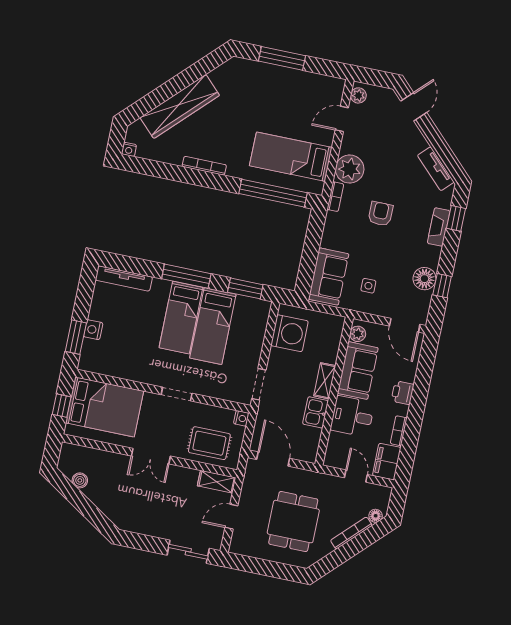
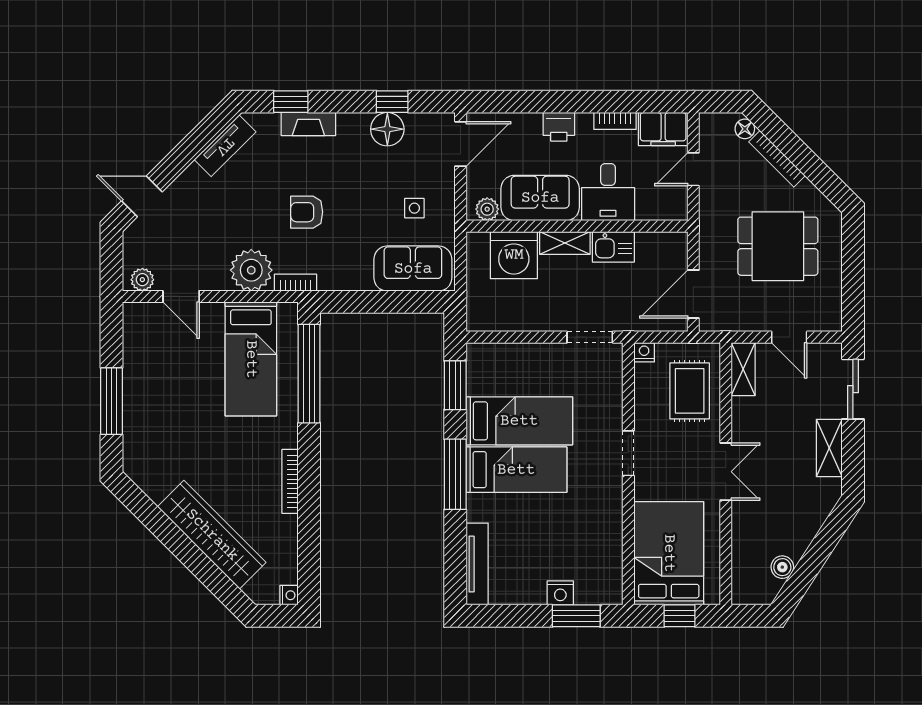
washing machine: (289, 333) -> (514, 255), moved, turned 180
shelving: (152, 528) -> (829, 448), added

